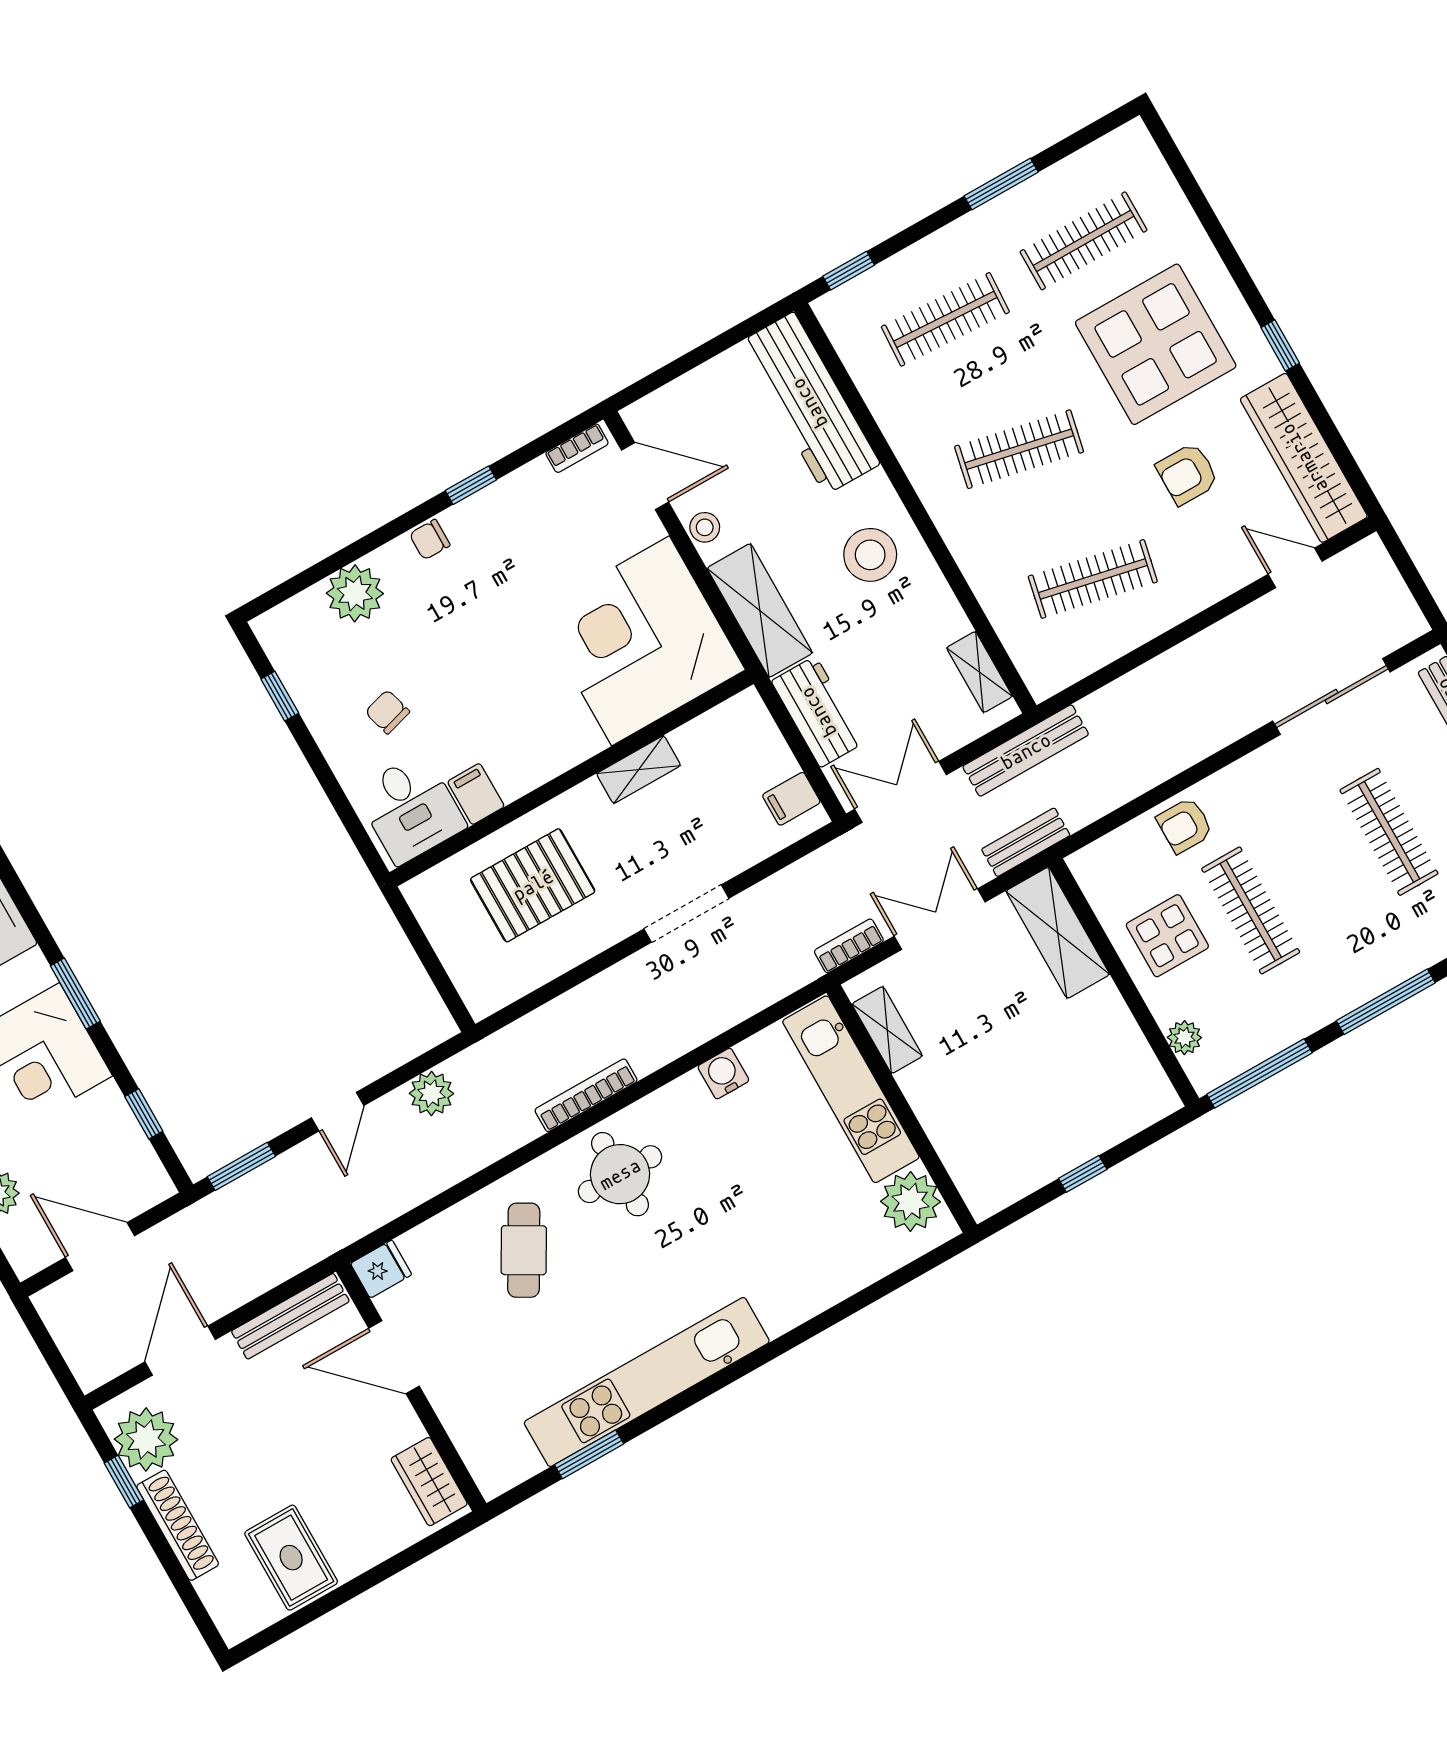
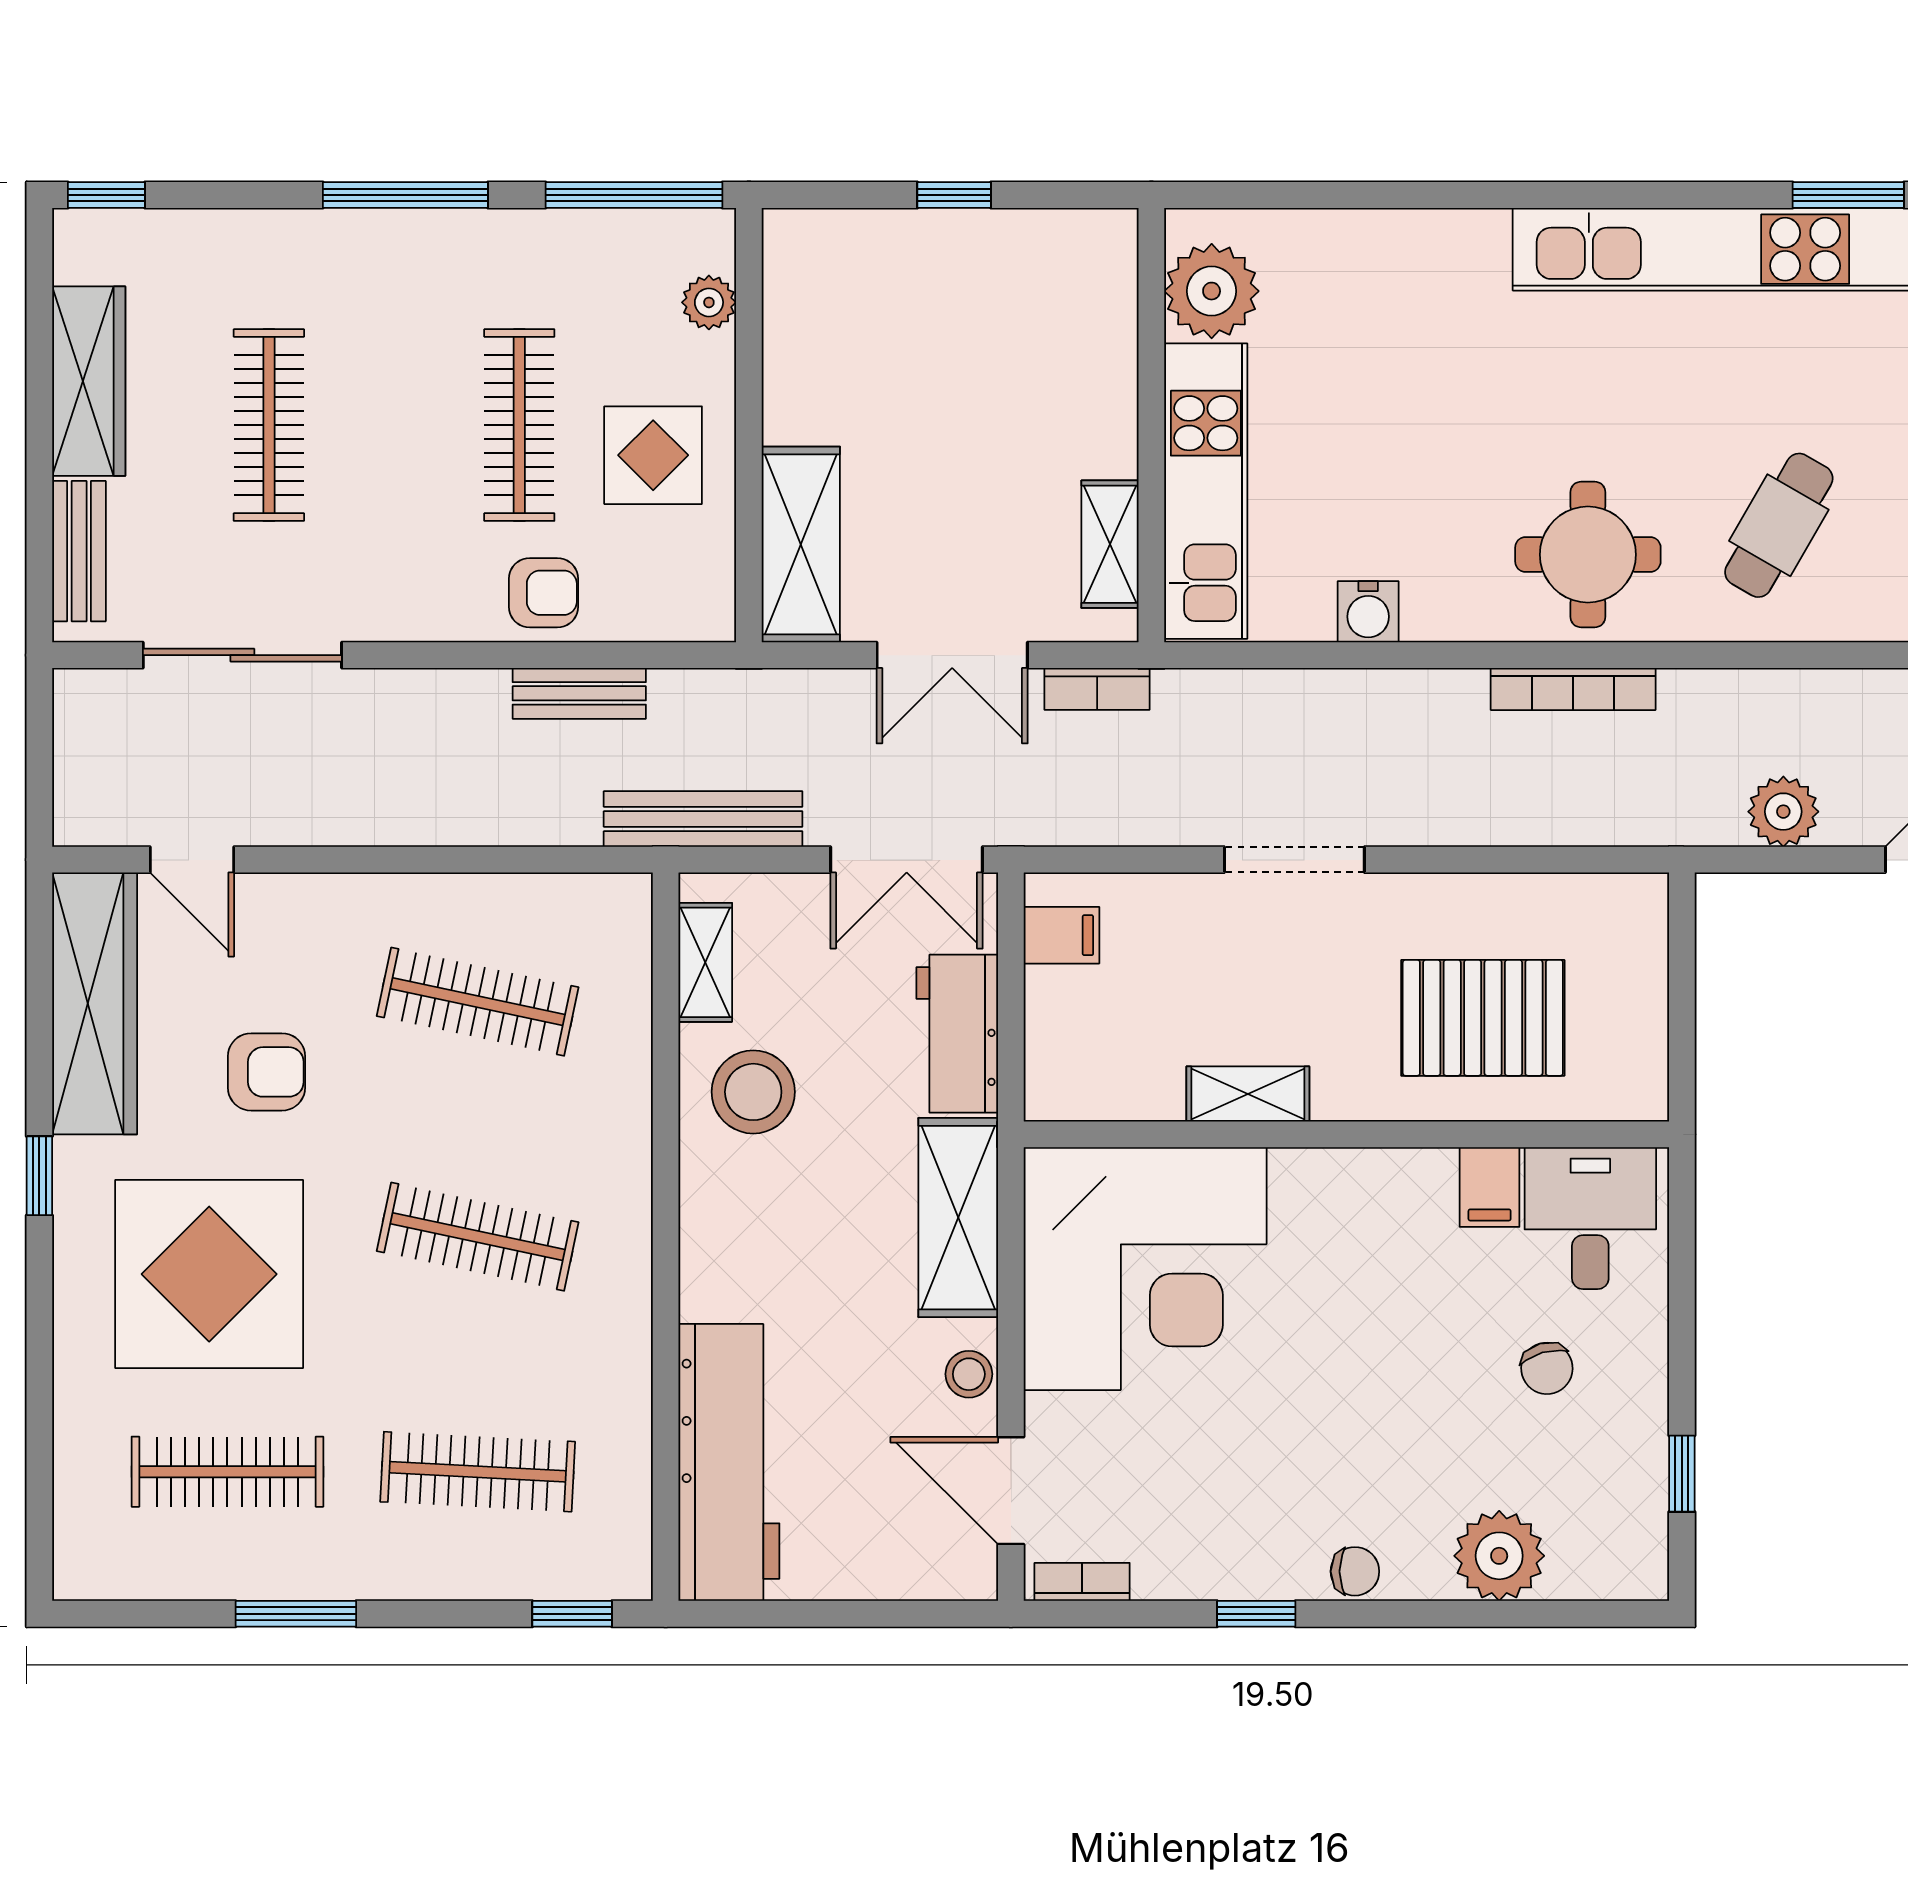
stool: (870, 555) -> (753, 1092), moved
bench: (1026, 842) -> (579, 693), moved

